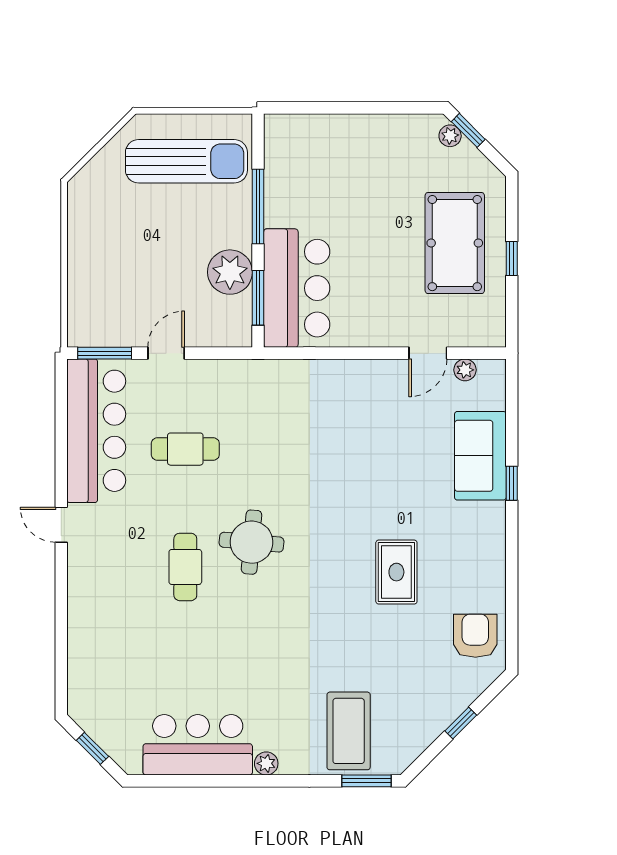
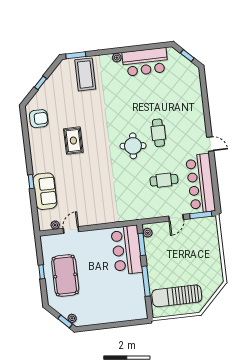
plant: (230, 272) -> (148, 233), moved, width x0.53, depth x0.53
armchair: (475, 636) -> (39, 119), turned -90

